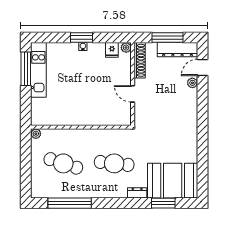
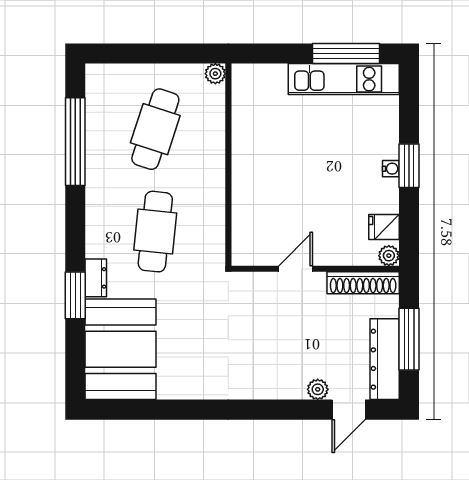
door: (202, 68) -> (349, 410), swing flipped
window: (163, 203) -> (75, 295), moved

